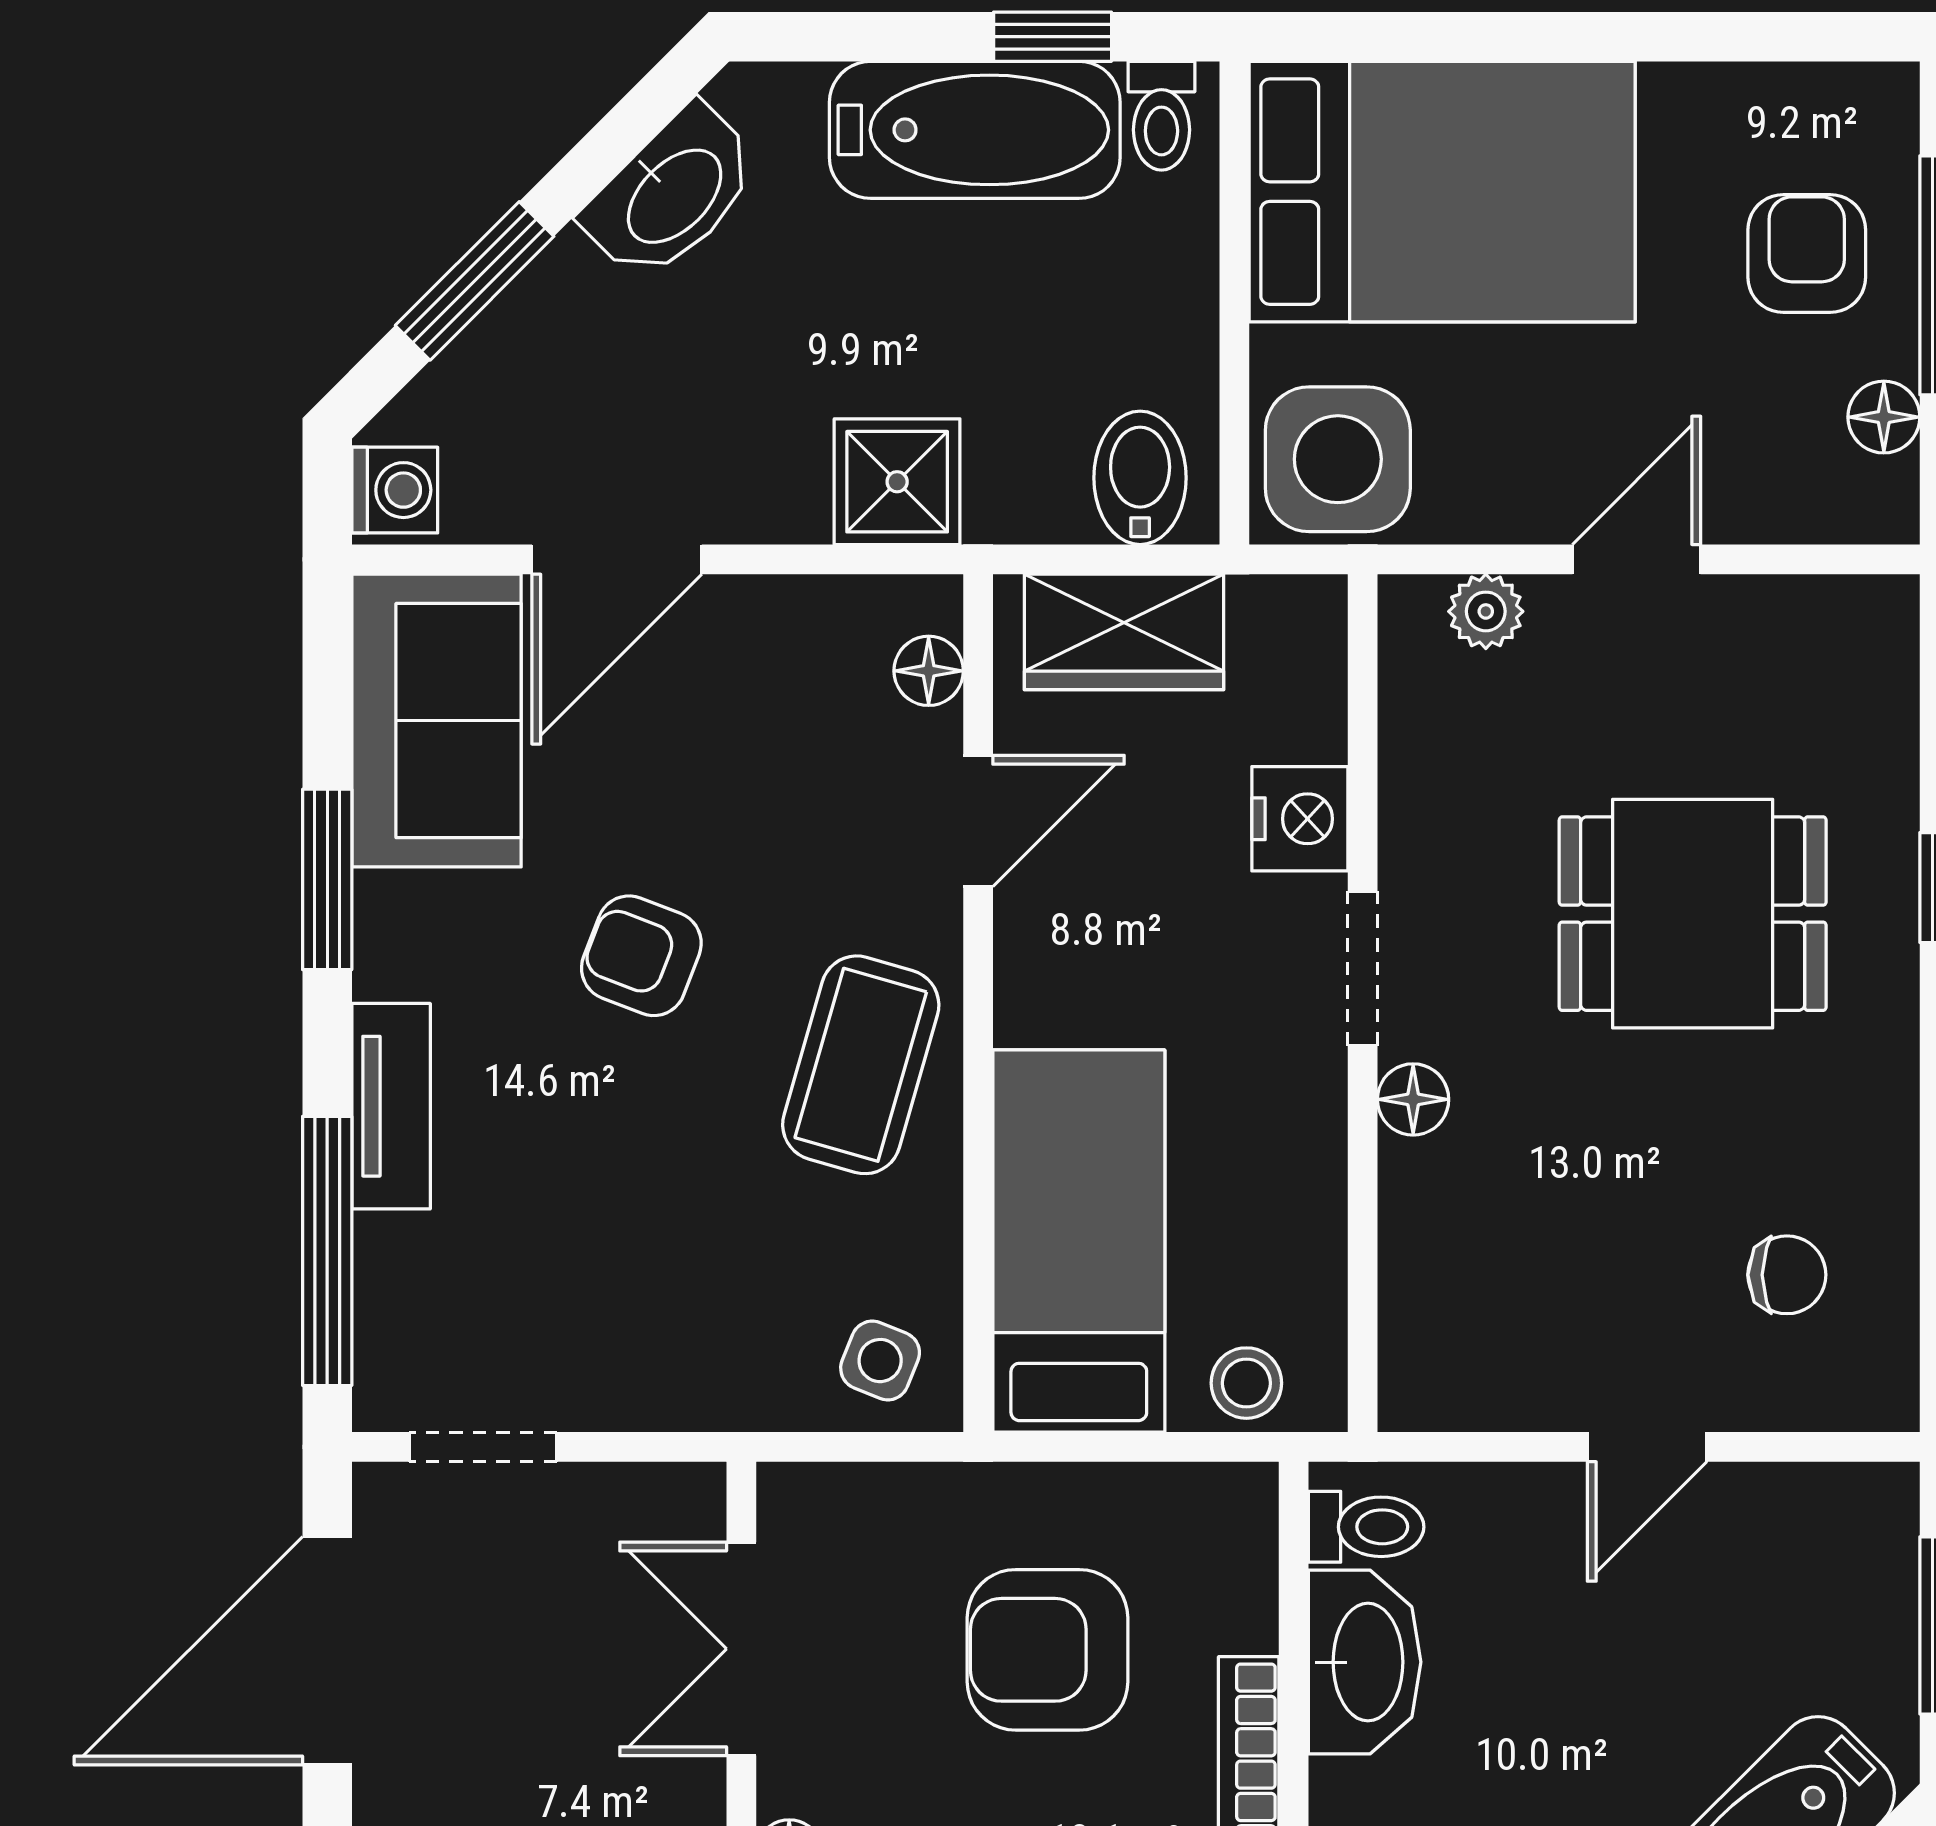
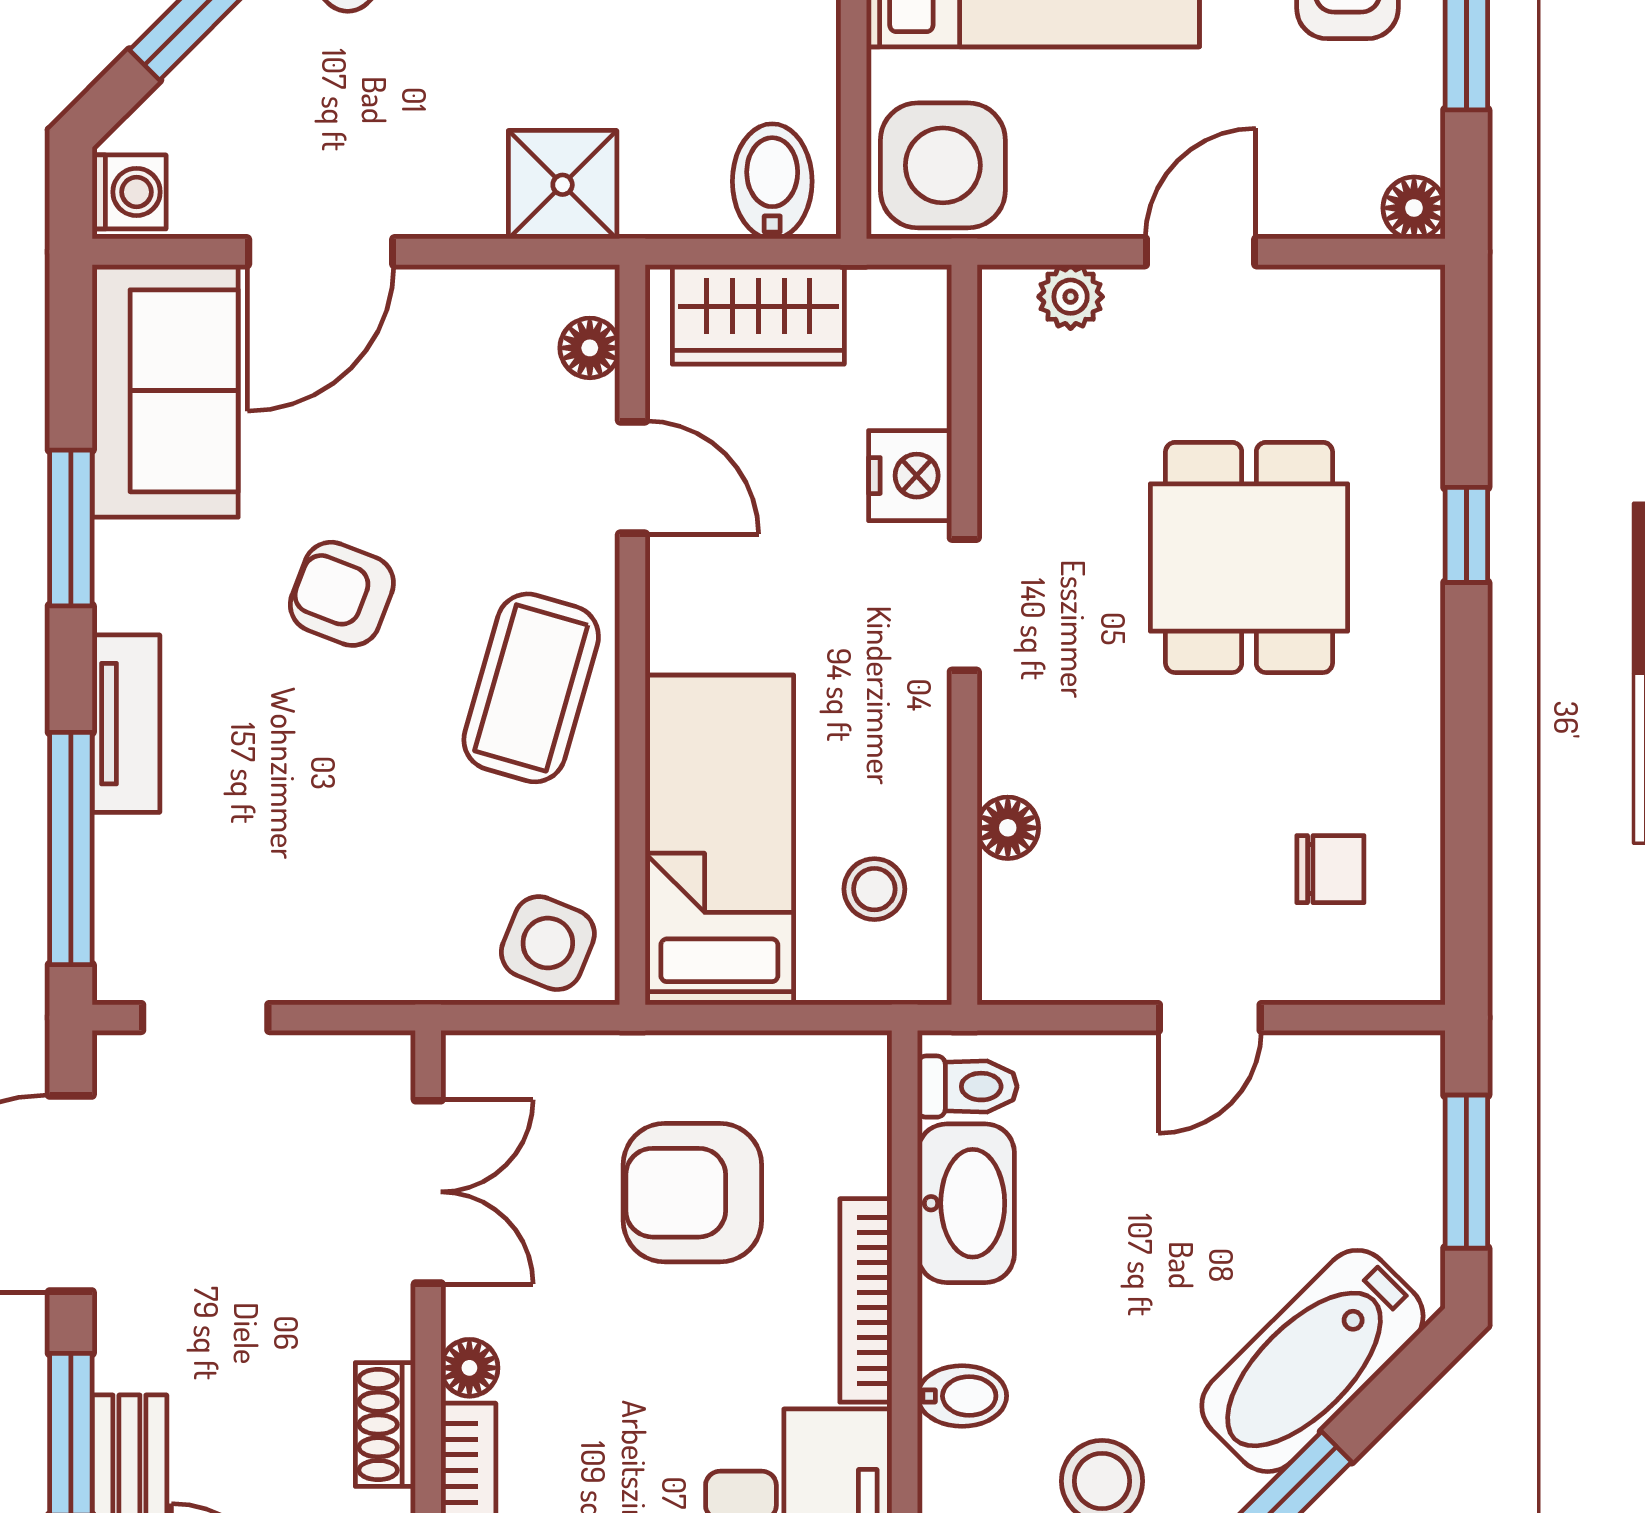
floor lamp: (1884, 417) -> (1414, 208), moved
door: (978, 821) -> (632, 477), hinge flipped
dining table: (1693, 914) -> (1249, 557), turned 90
floor lamp: (1413, 1099) -> (1008, 828), moved
side table: (880, 1361) -> (548, 943), width x1.37, depth x1.37
stool: (1246, 1383) -> (874, 889), moved
double door: (741, 1649) -> (428, 1192), swing flipped

